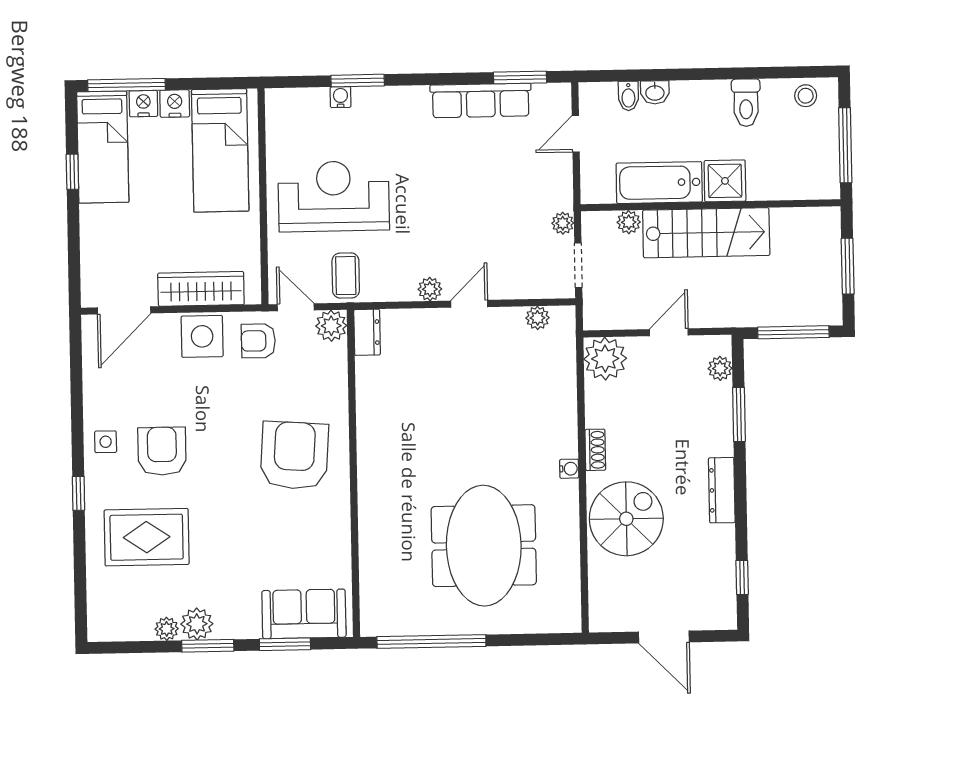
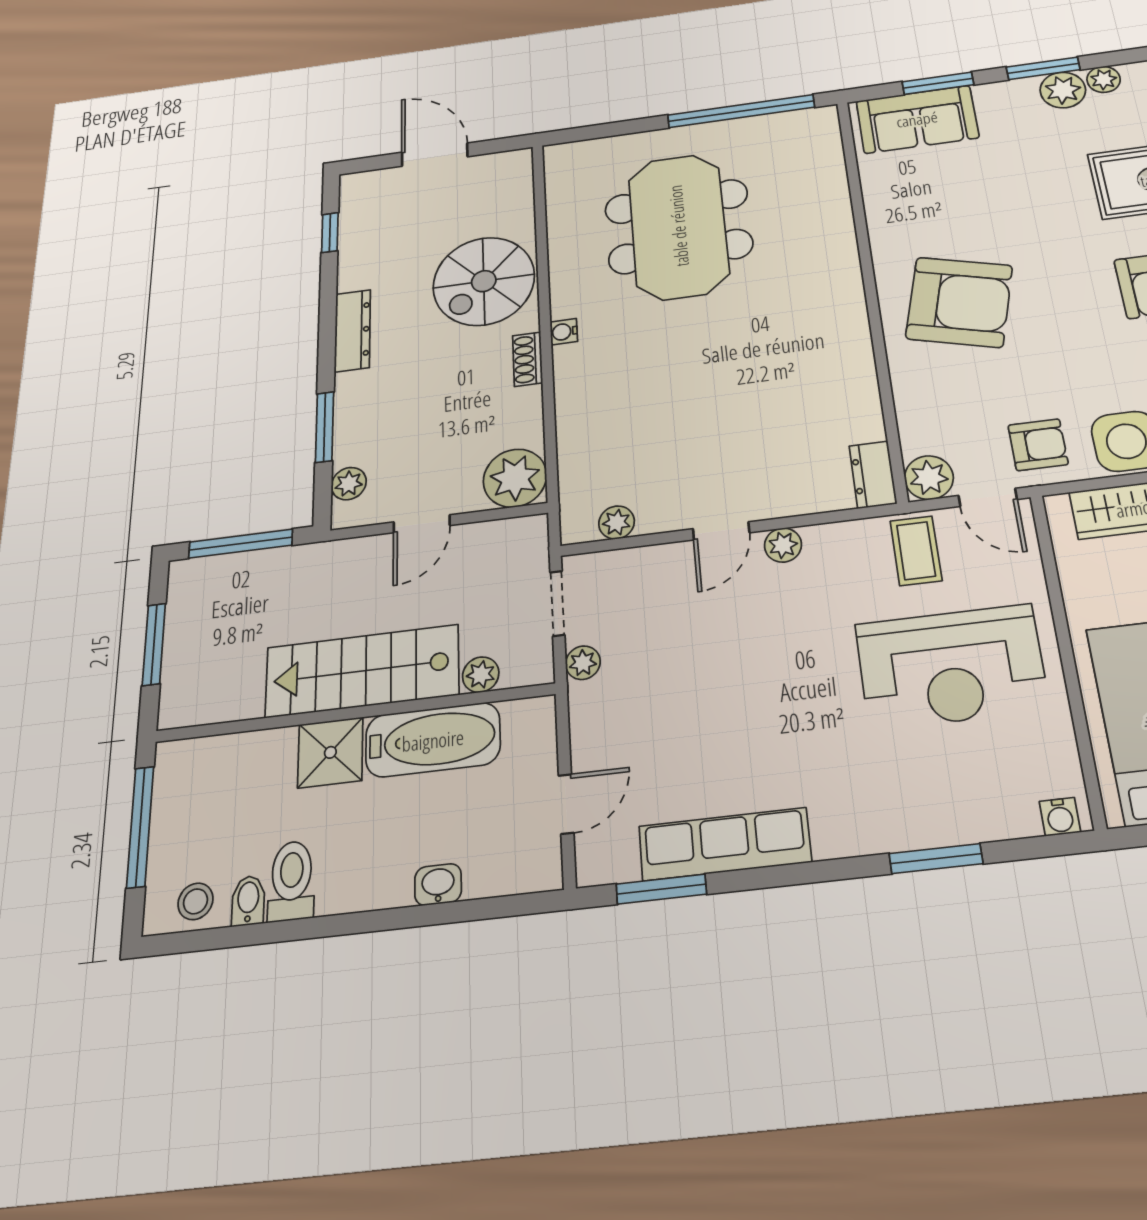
bidet: (628, 96) -> (248, 901), moved
water cooler: (341, 97) -> (1060, 817), moved
armchair: (294, 456) -> (959, 302), turned -79

